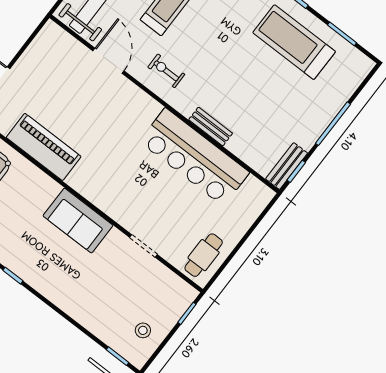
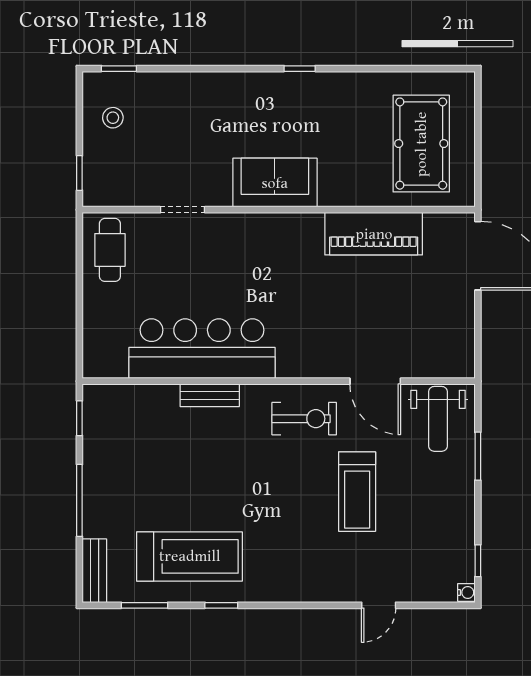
exercise bike: (166, 71) -> (304, 419), width x1.38, depth x1.39
bench: (287, 166) -> (94, 571), moved

